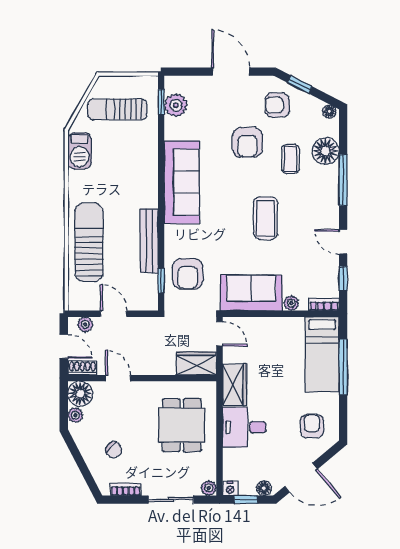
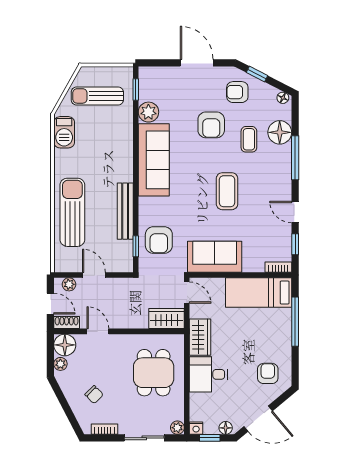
plant: (176, 105) -> (148, 112), moved
plant: (291, 303) -> (250, 266), removed
bed: (322, 354) -> (259, 292), moved, turned 90

